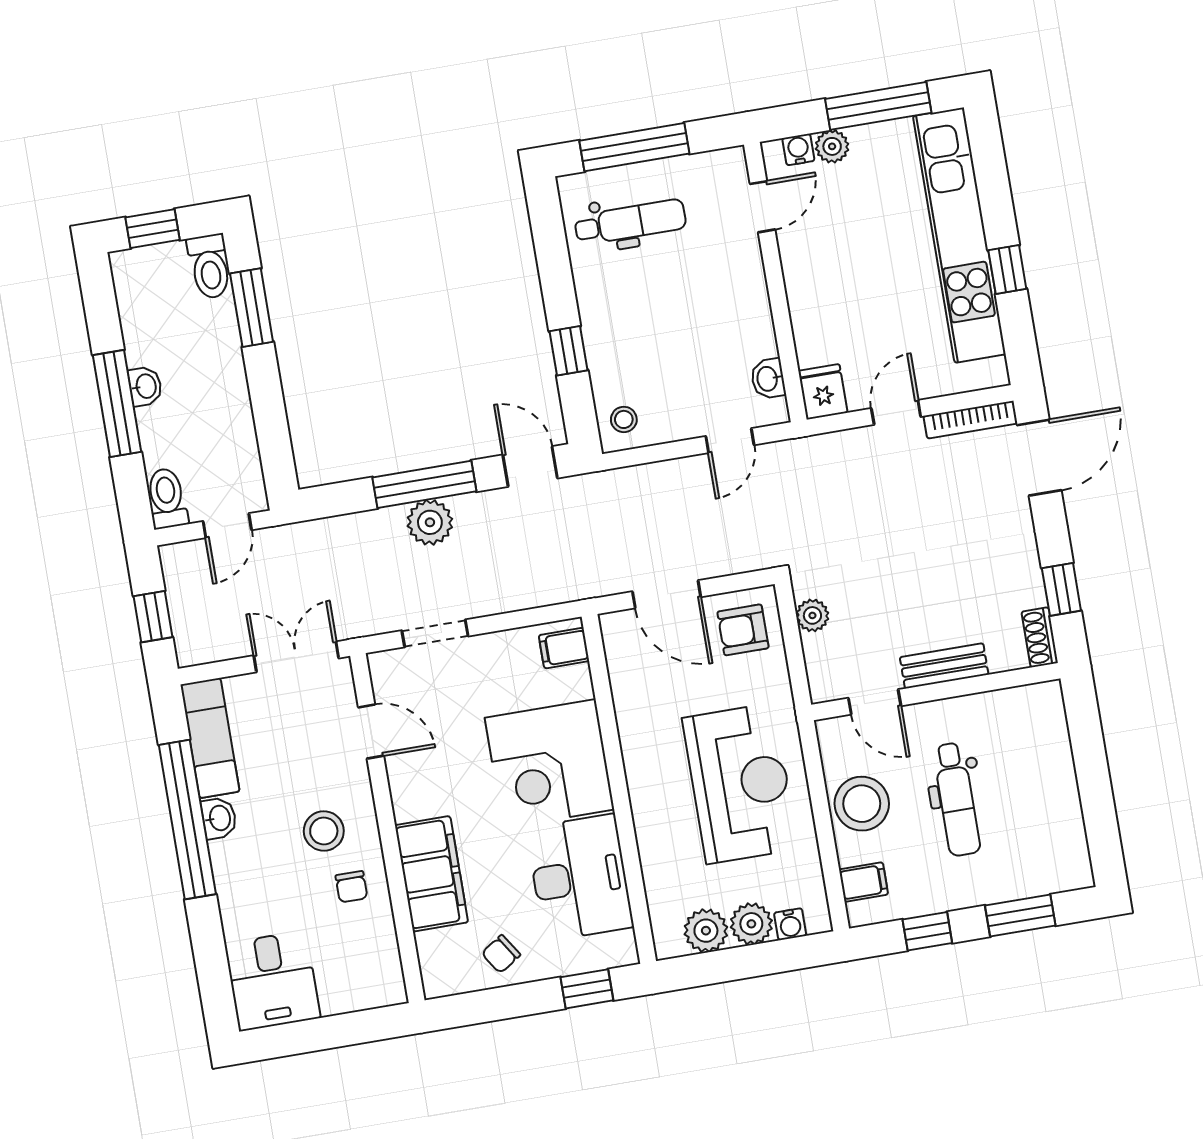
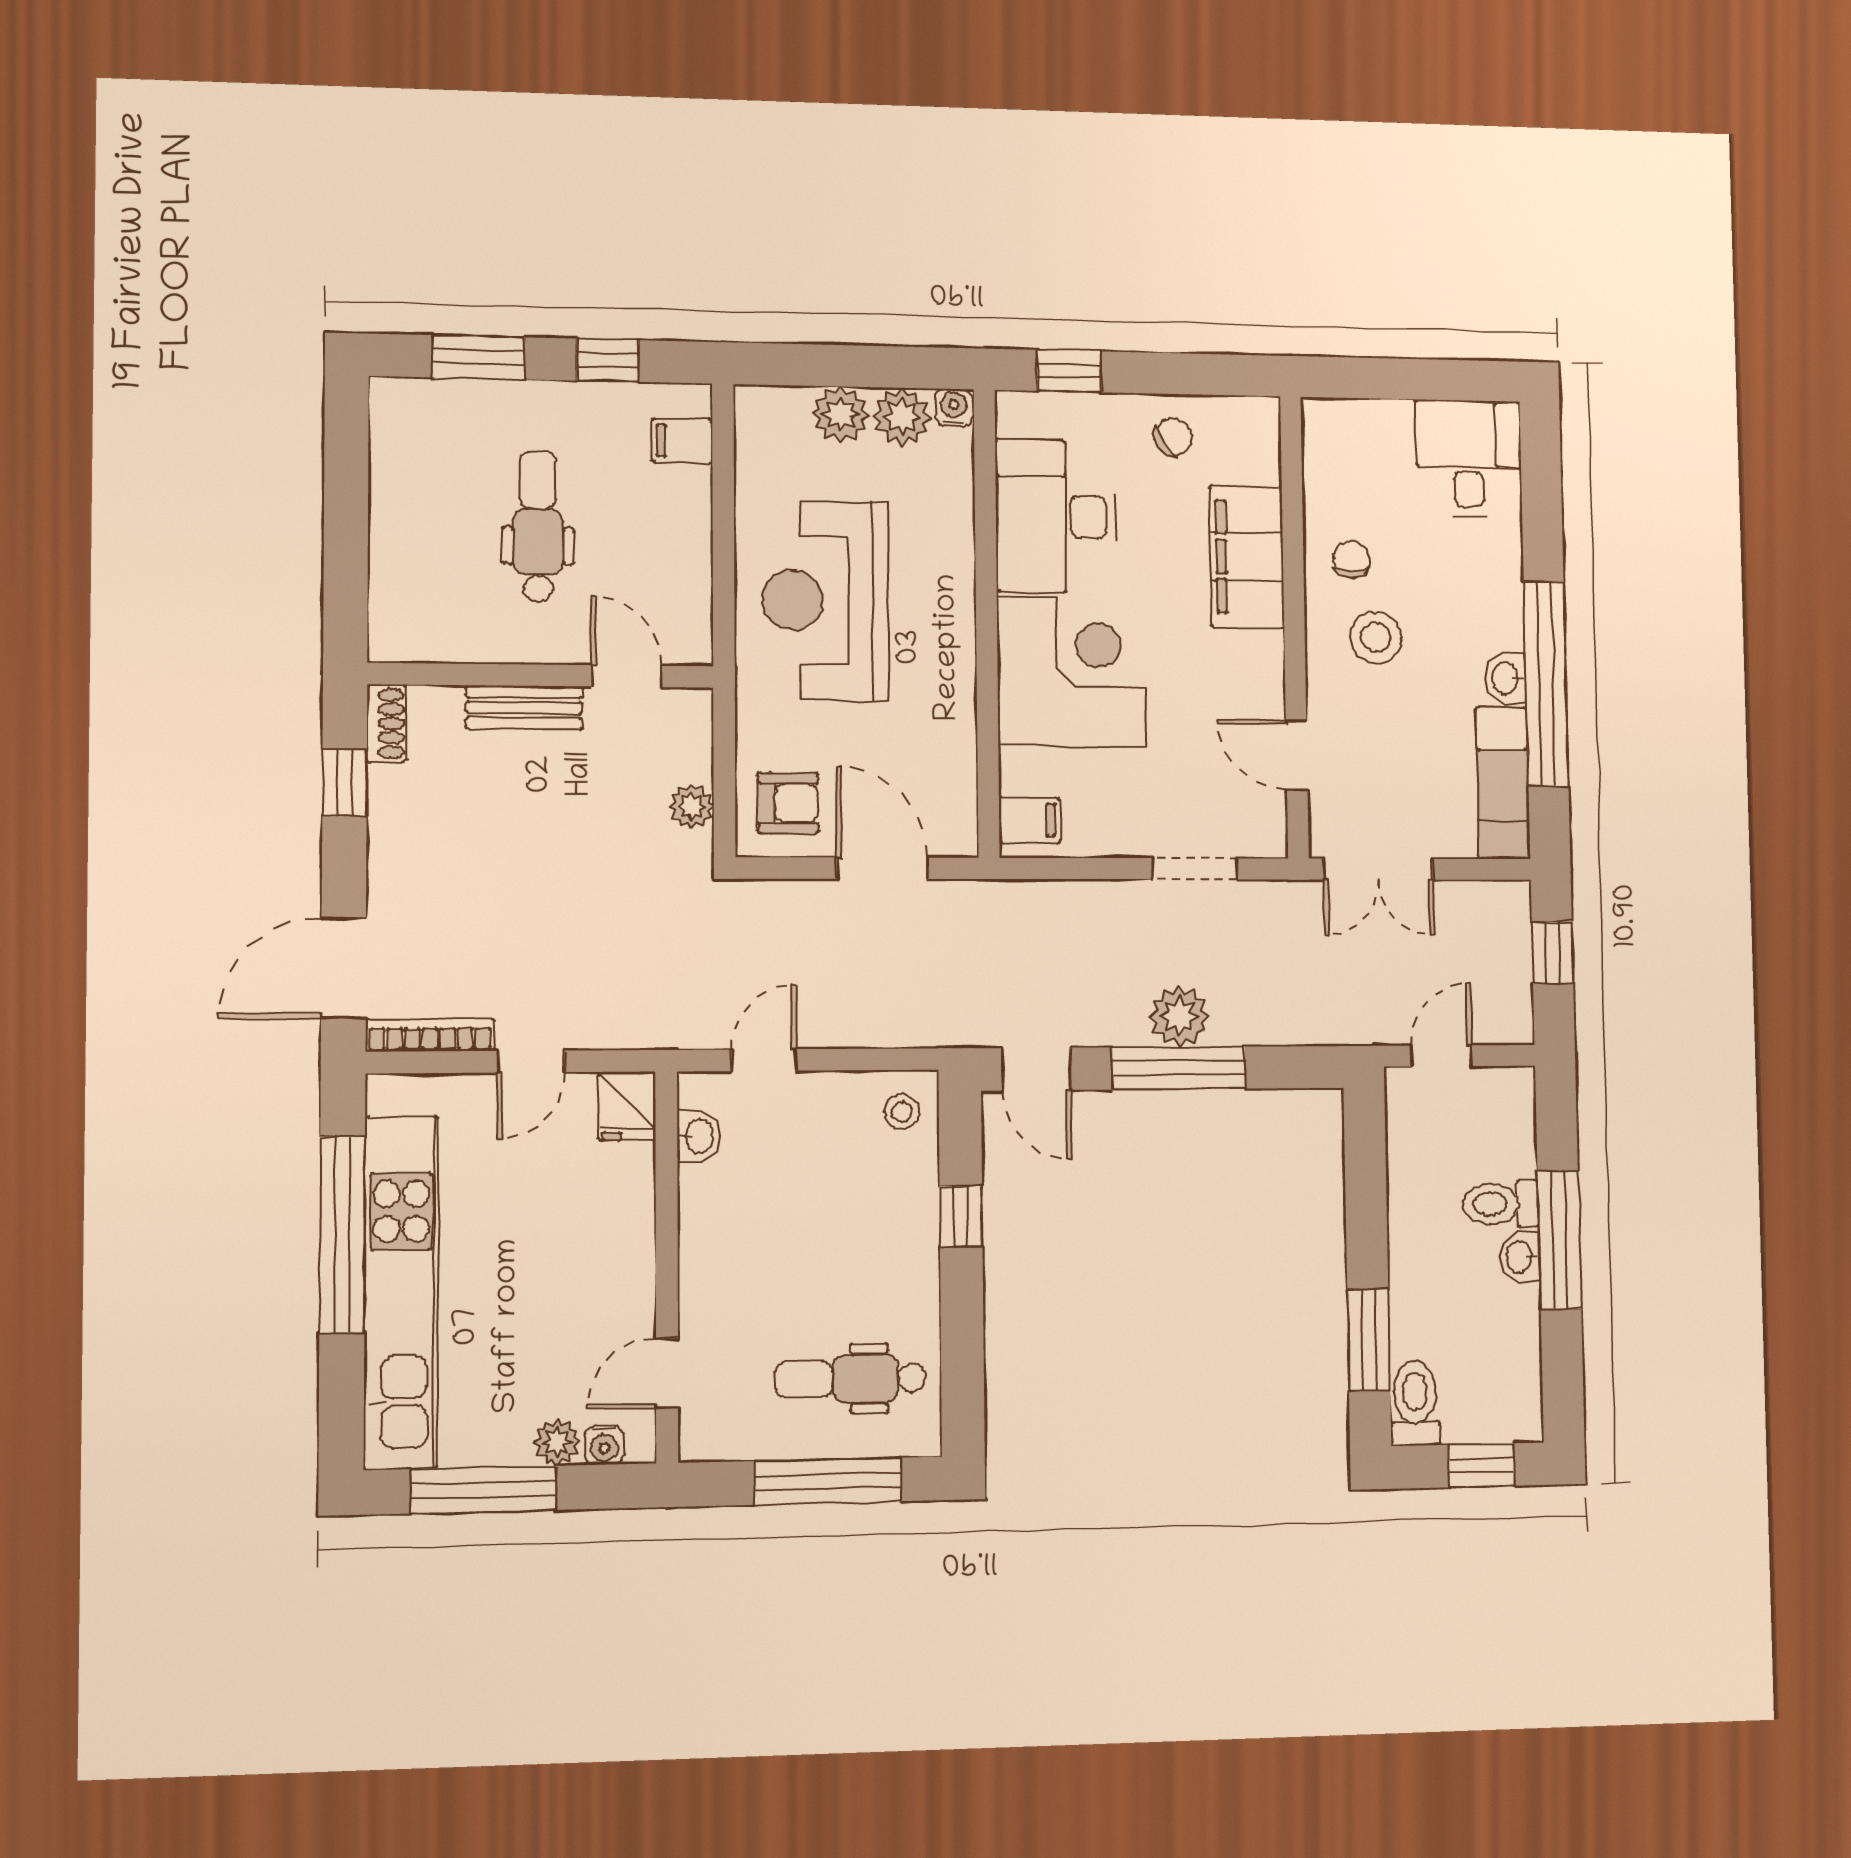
window: (1007, 269) -> (342, 1234), width x3.17
toilet: (167, 498) -> (1501, 1204), moved, turned 90
stool: (862, 804) -> (667, 544), removed
water cooler: (790, 924) -> (954, 408), moved

